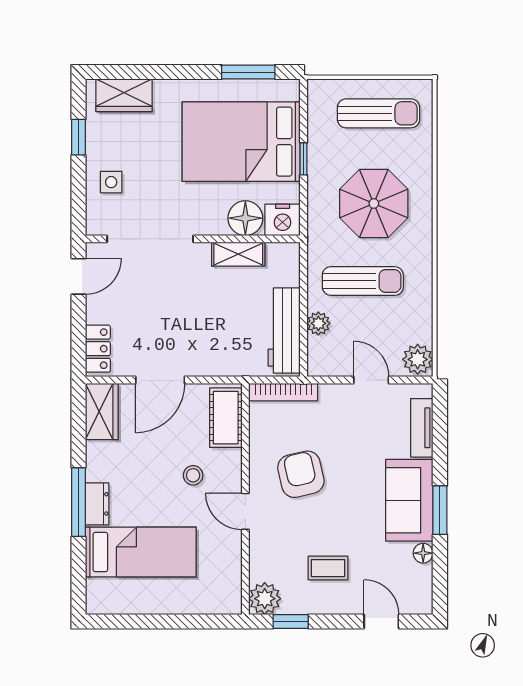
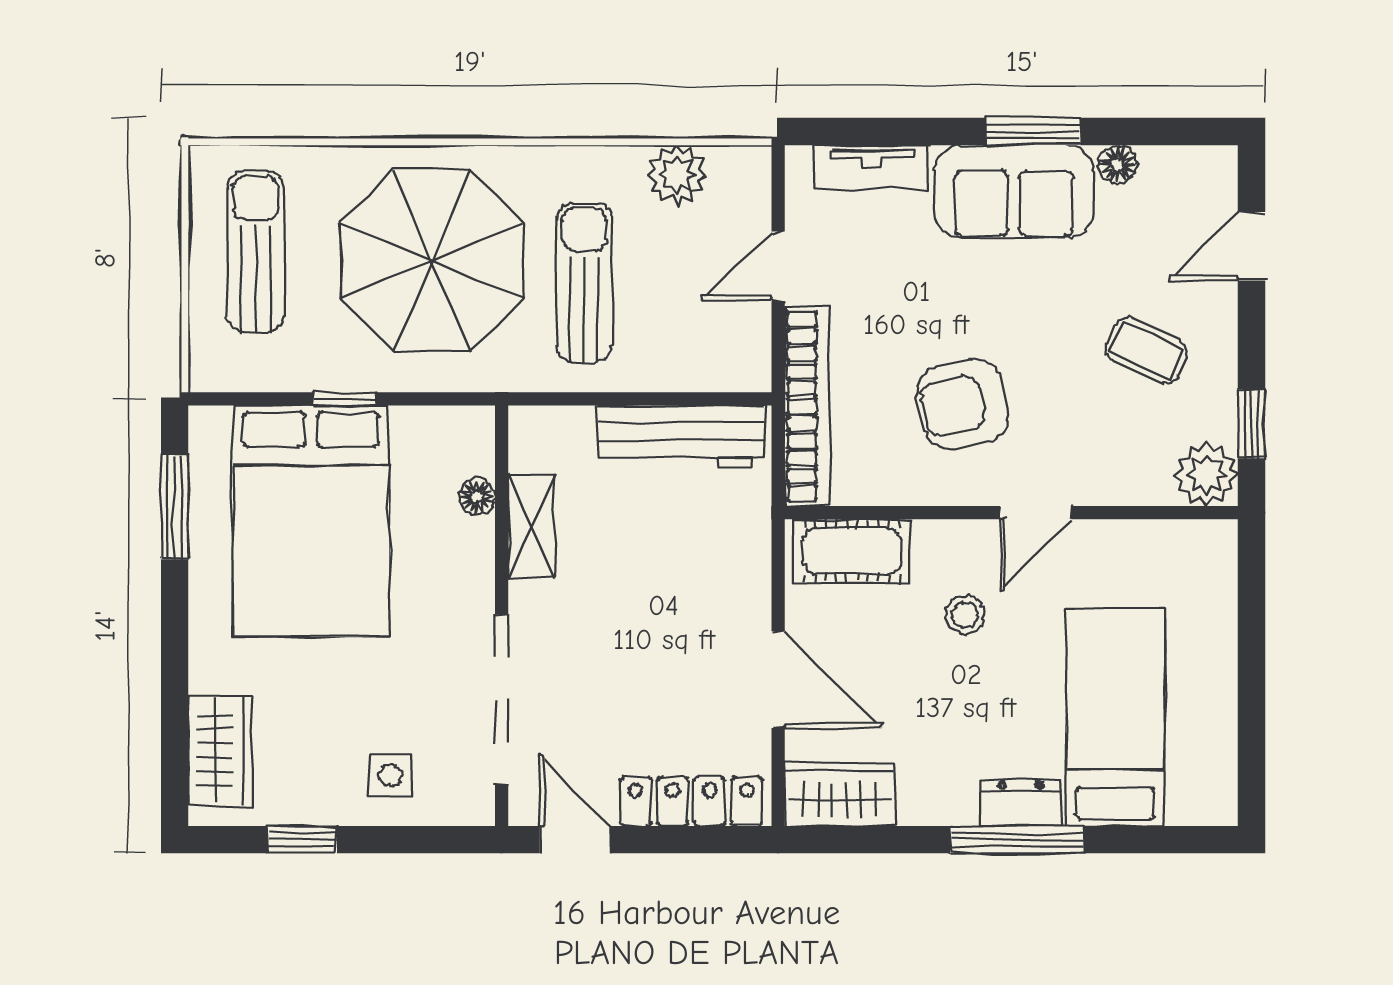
parasol: (374, 204) -> (432, 261), width x1.36, depth x1.36
floor lamp: (245, 218) -> (477, 497), width x0.53, depth x0.53
nightstand: (283, 220) -> (464, 440), removed
plant: (318, 323) -> (667, 369), removed
locker: (98, 349) -> (691, 802), width x1.53
plant: (418, 359) -> (677, 175), moved
bookcase: (283, 392) -> (807, 406), width x1.48, depth x1.31
coffee table: (328, 568) -> (1147, 351), turned -65

